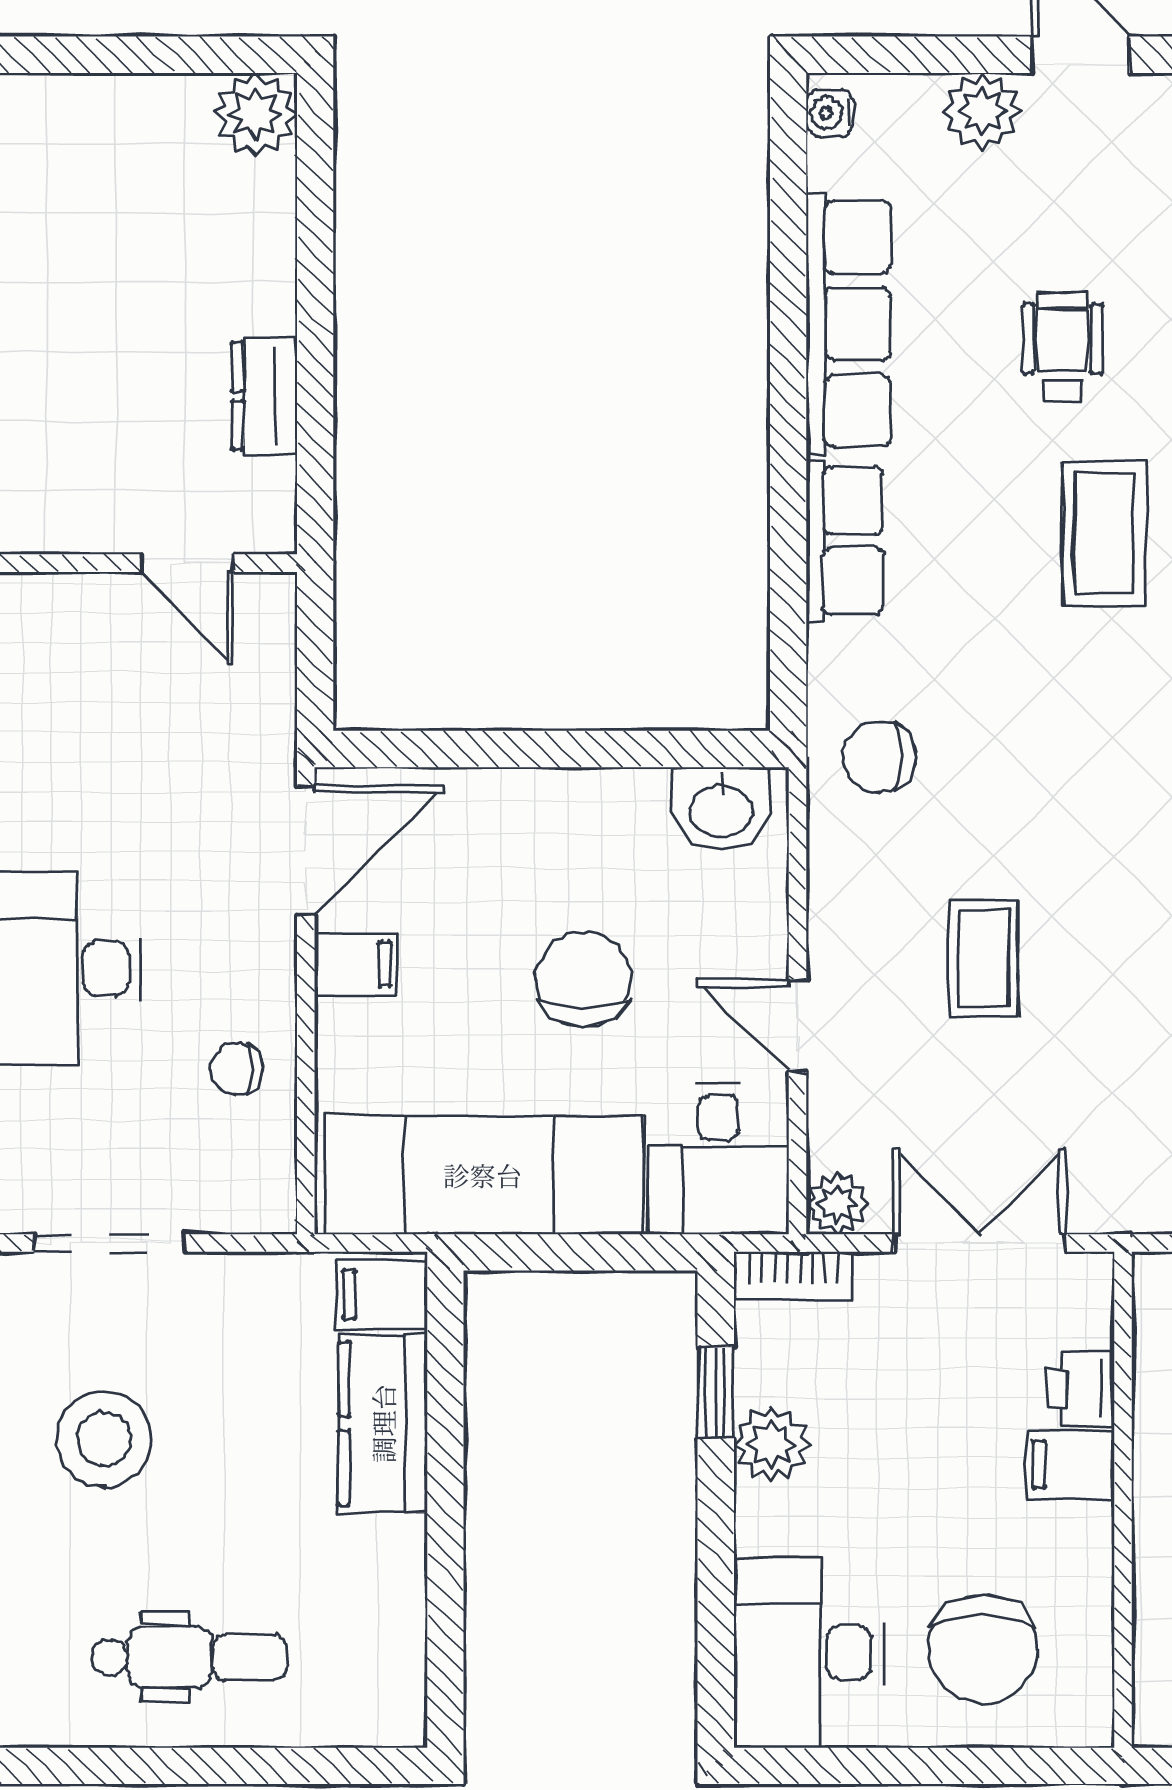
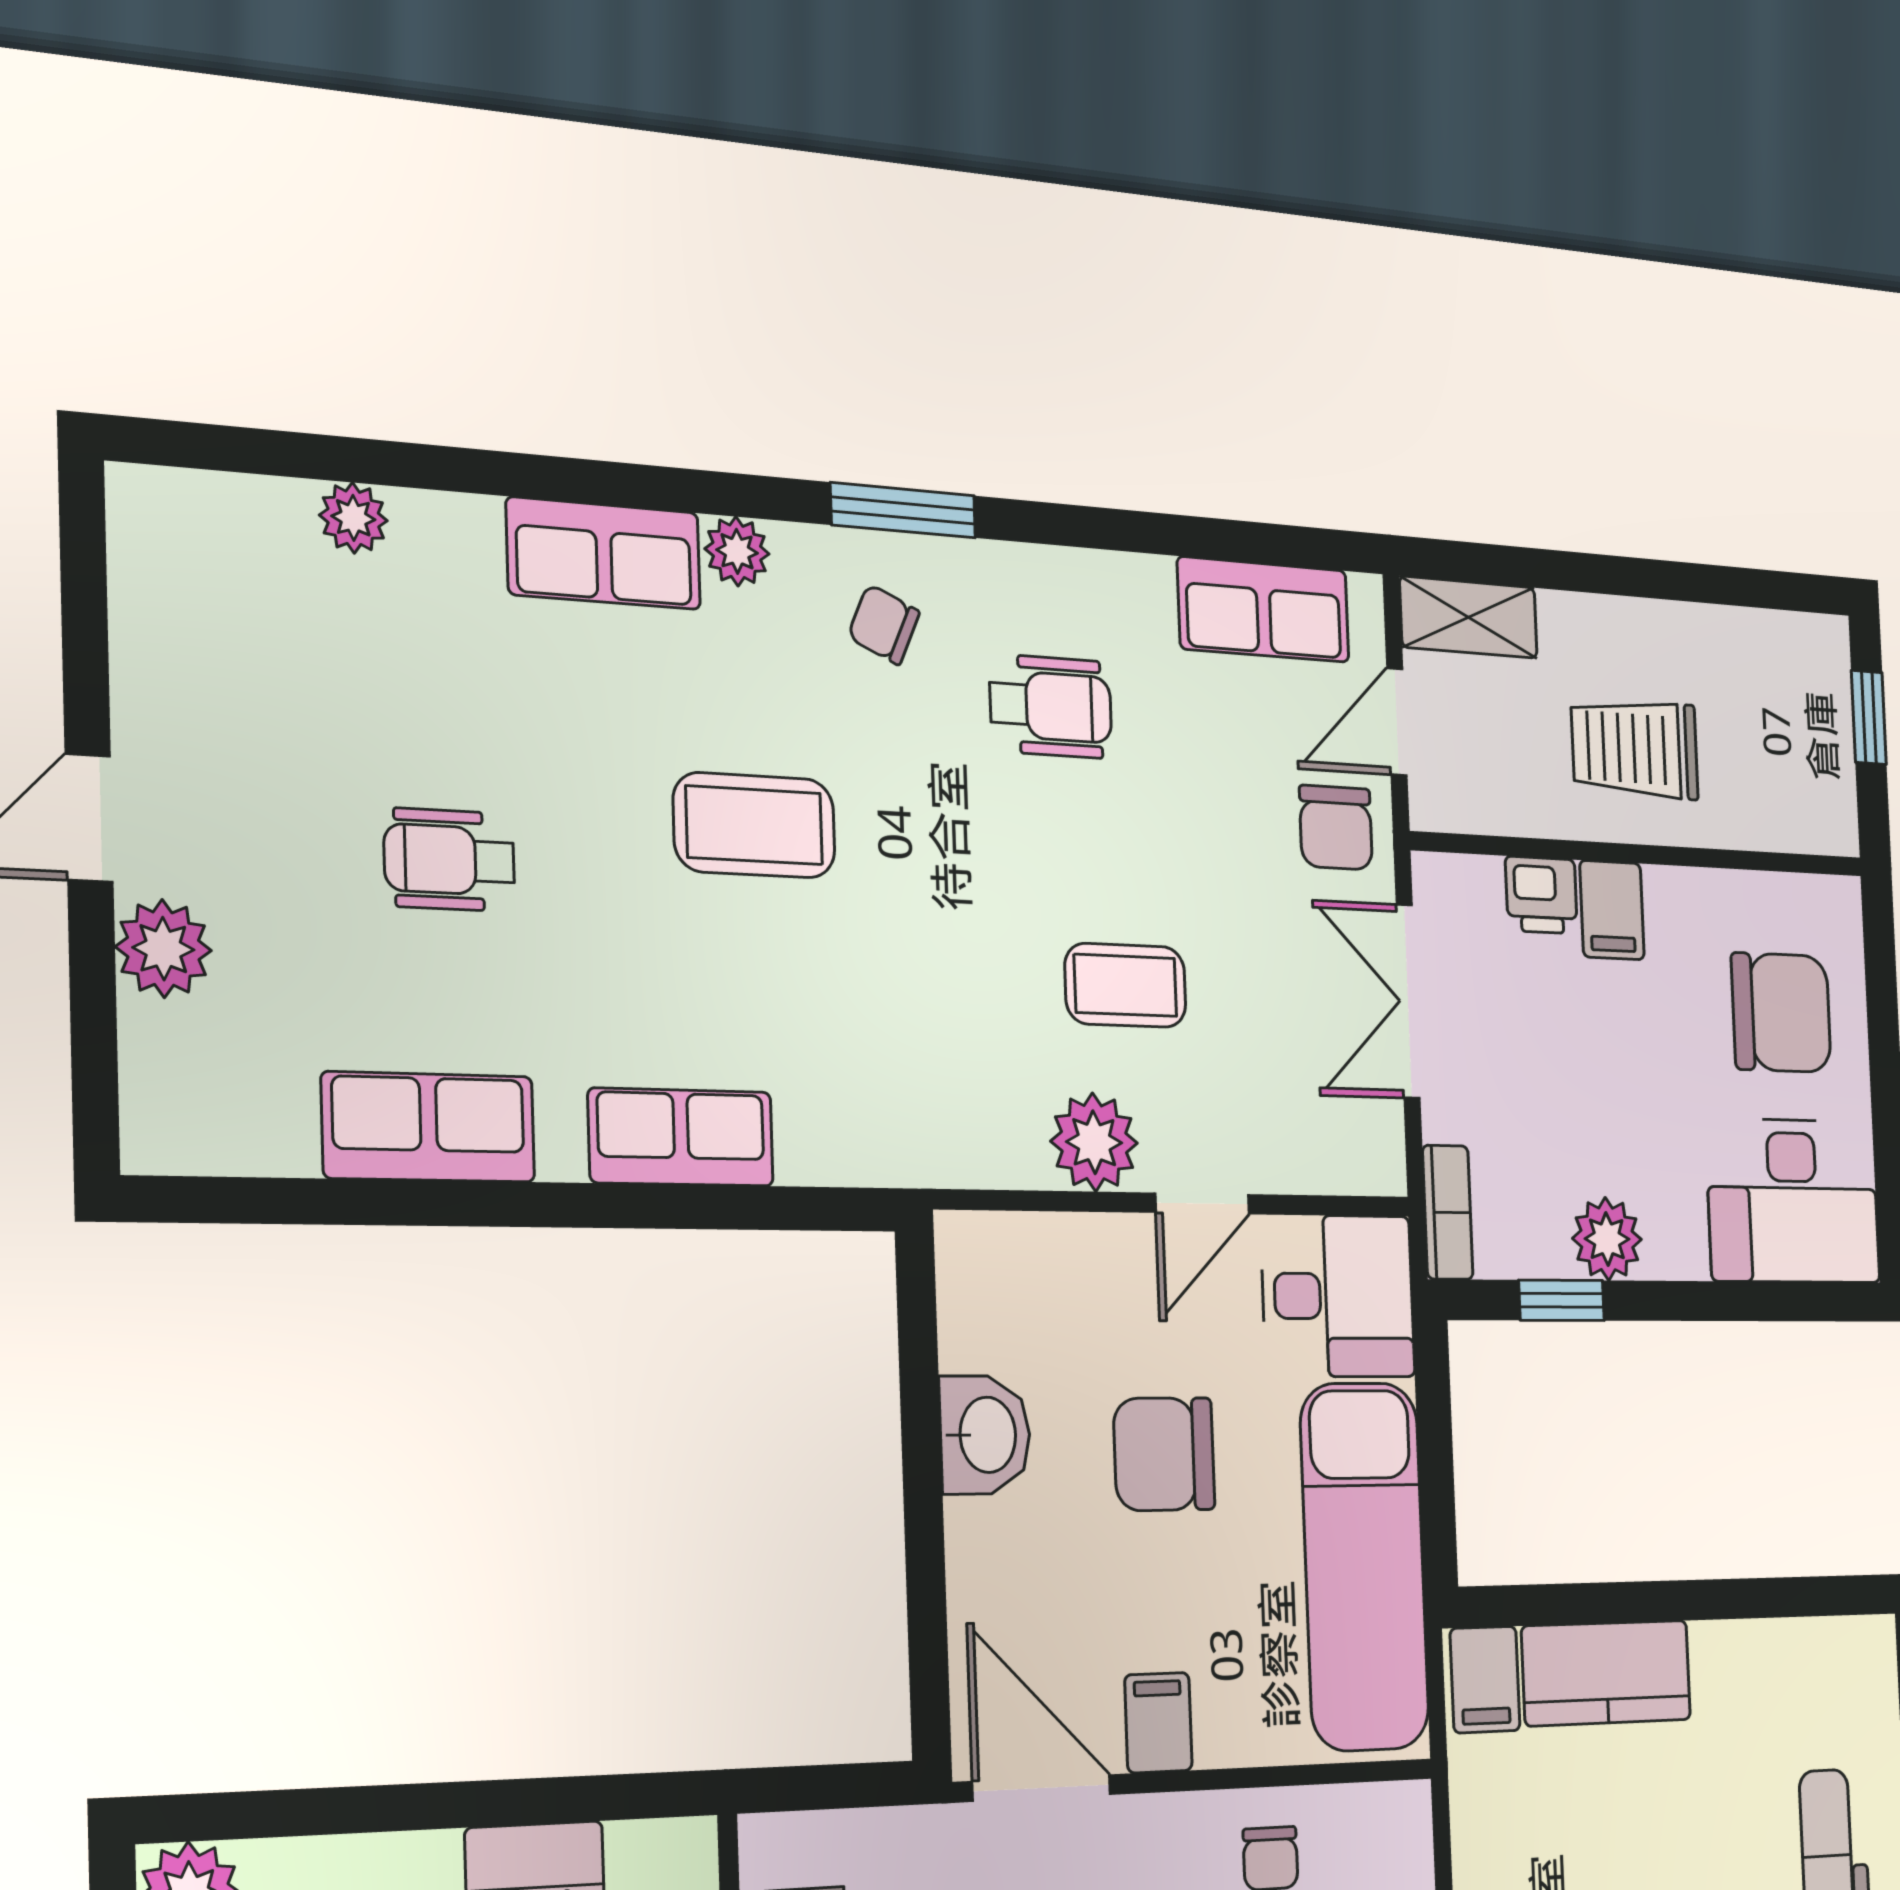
water cooler: (830, 113) -> (170, 1145), removed
row of seats: (848, 324) -> (429, 1127), width x0.68
coffee table: (1104, 534) -> (754, 825), moved
chair: (879, 757) -> (1336, 828), moved
washbasin: (721, 809) -> (985, 1435), moved
plant: (837, 1204) -> (1094, 1142), moved, width x1.38, depth x1.38

